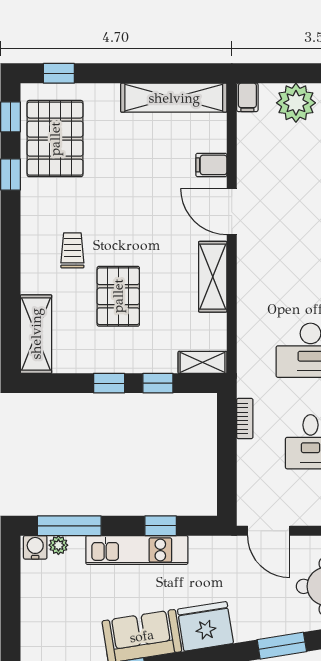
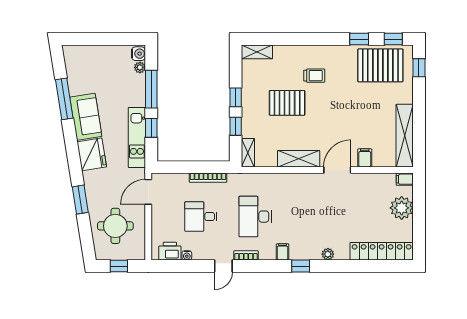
shelving: (36, 334) -> (257, 52), width x0.67, depth x0.75
bookcase: (245, 418) -> (208, 178), width x1.56
window: (69, 526) -> (151, 89), moved
kitchen unit: (137, 550) -> (137, 138), moved

